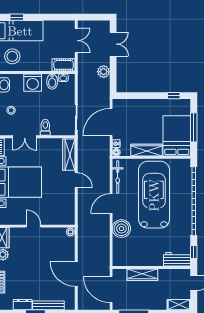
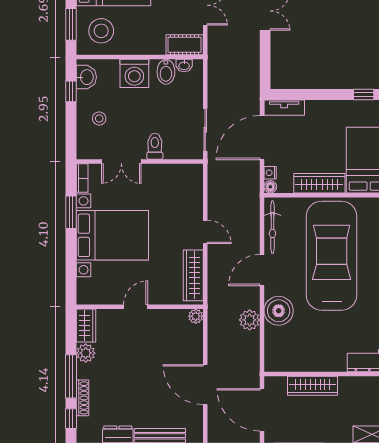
plant: (104, 72) -> (250, 320), moved
tv unit: (125, 104) -> (284, 108), added
wardrobe: (69, 155) -> (193, 275), moved
door: (33, 226) -> (136, 307), hinge flipped

